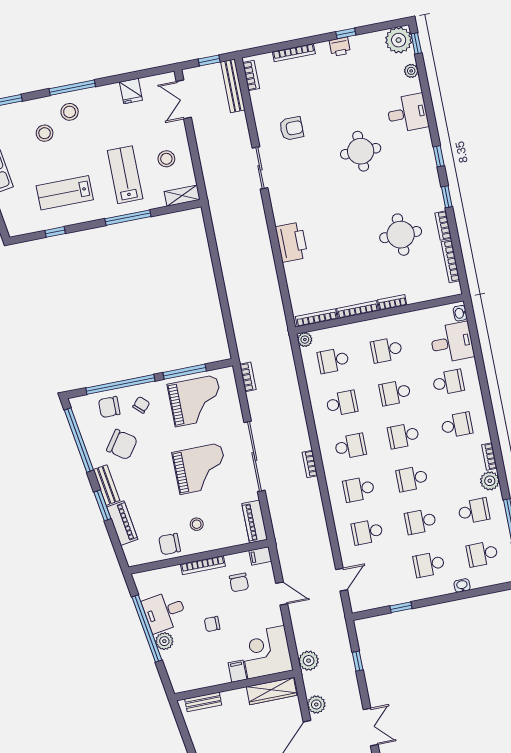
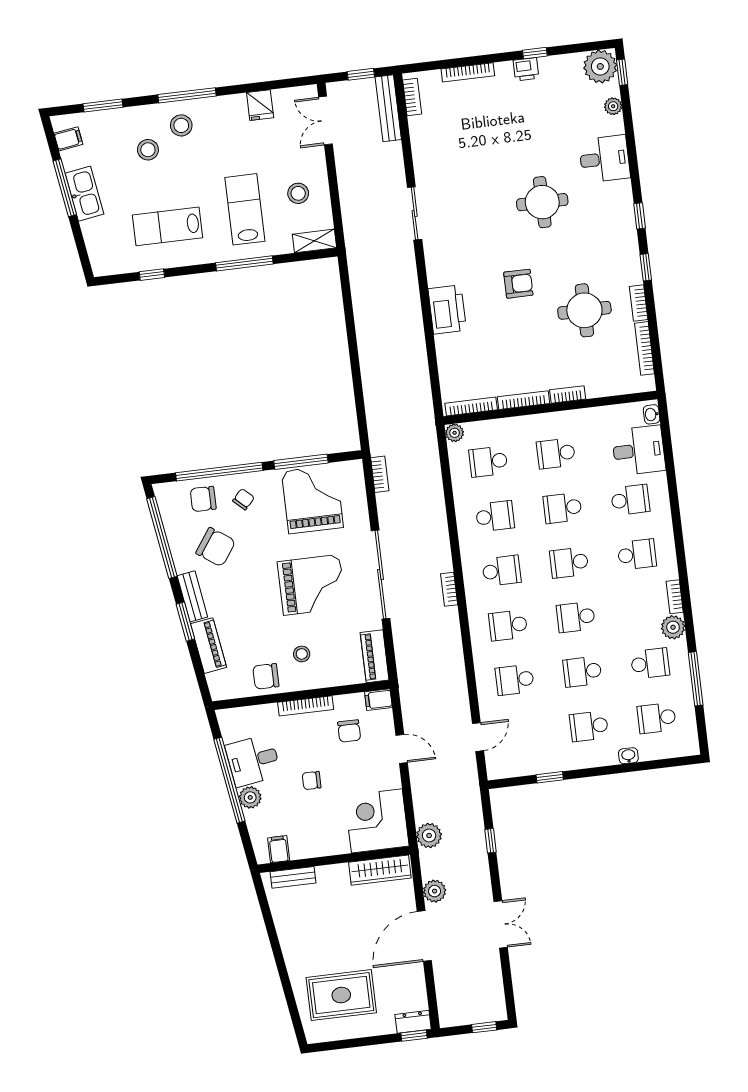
armchair: (291, 128) -> (518, 284), moved
grand piano: (196, 401) -> (312, 499), turned -90
filing cabinet: (237, 671) -> (279, 849), moved

